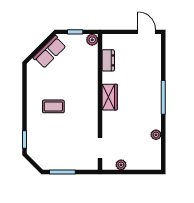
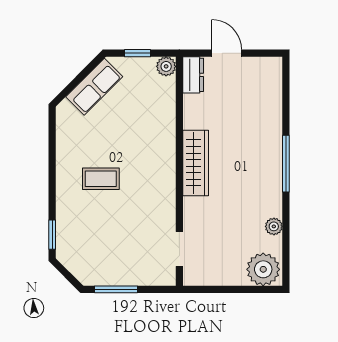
door: (147, 32) -> (227, 53), moved
dresser: (108, 60) -> (193, 75), moved
wardrobe: (110, 97) -> (196, 163), width x1.50
plant: (121, 165) -> (263, 269), moved, width x1.88, depth x1.88

